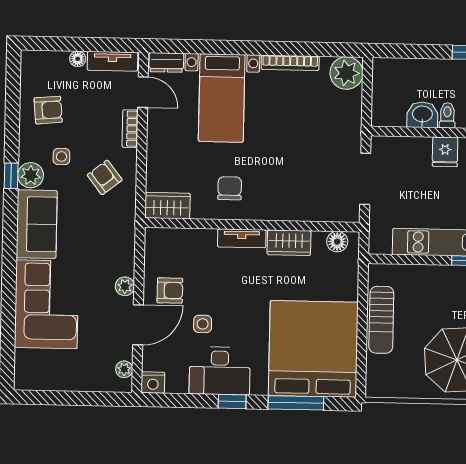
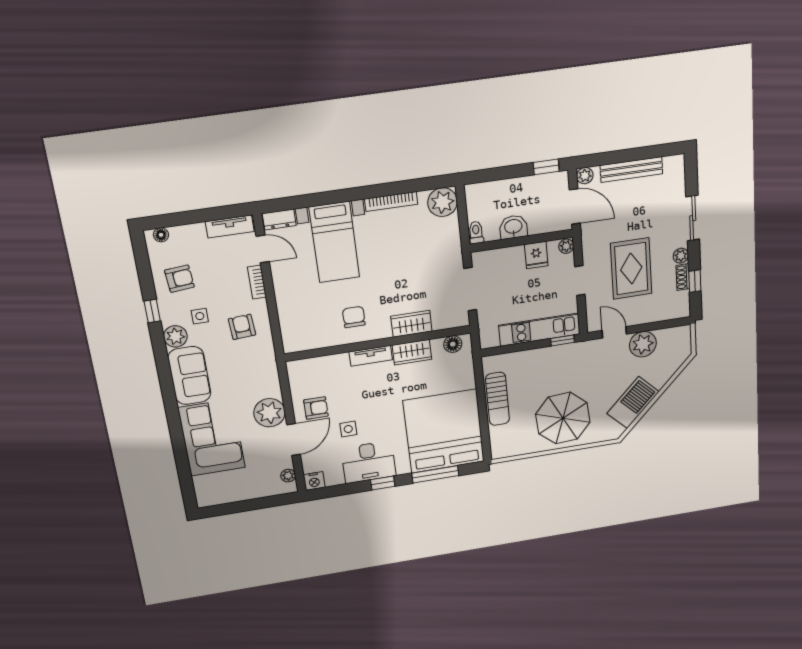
floor lamp: (78, 59) -> (161, 235), moved
toilet: (447, 115) -> (476, 233), moved
window: (11, 176) -> (152, 311), moved
armchair: (105, 177) -> (242, 327), turned 34
wardrobe: (167, 206) -> (411, 324), moved
plant: (125, 286) -> (269, 413), width x1.87, depth x1.87

